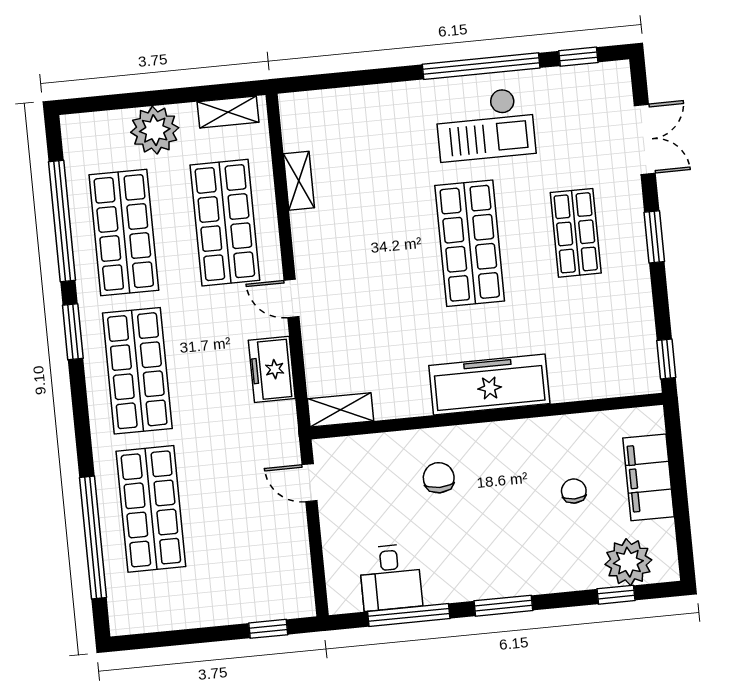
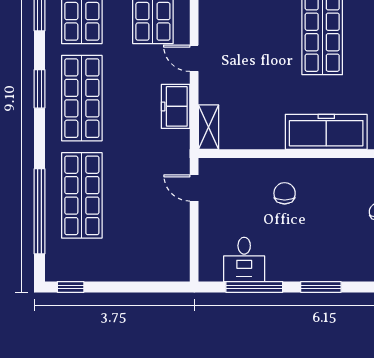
window: (73, 332) -> (40, 89), moved
shelving: (340, 410) -> (208, 127), moved, turned 90
window: (268, 629) -> (71, 287), moved

